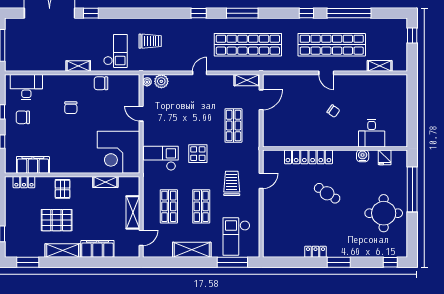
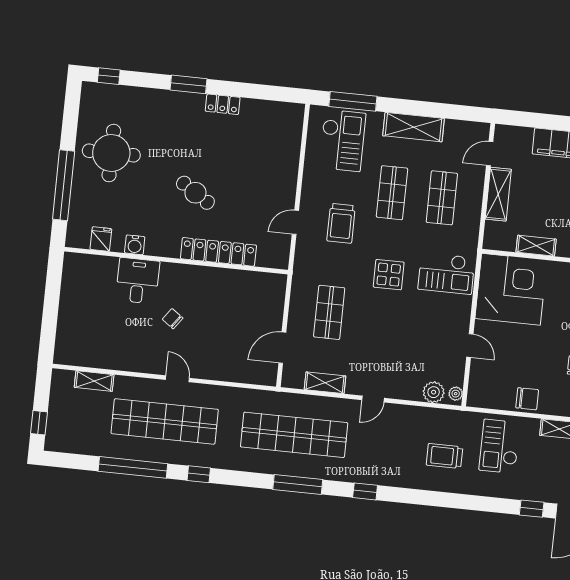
shelving: (247, 80) -> (325, 383), moved
desk: (372, 133) -> (138, 281), moved

